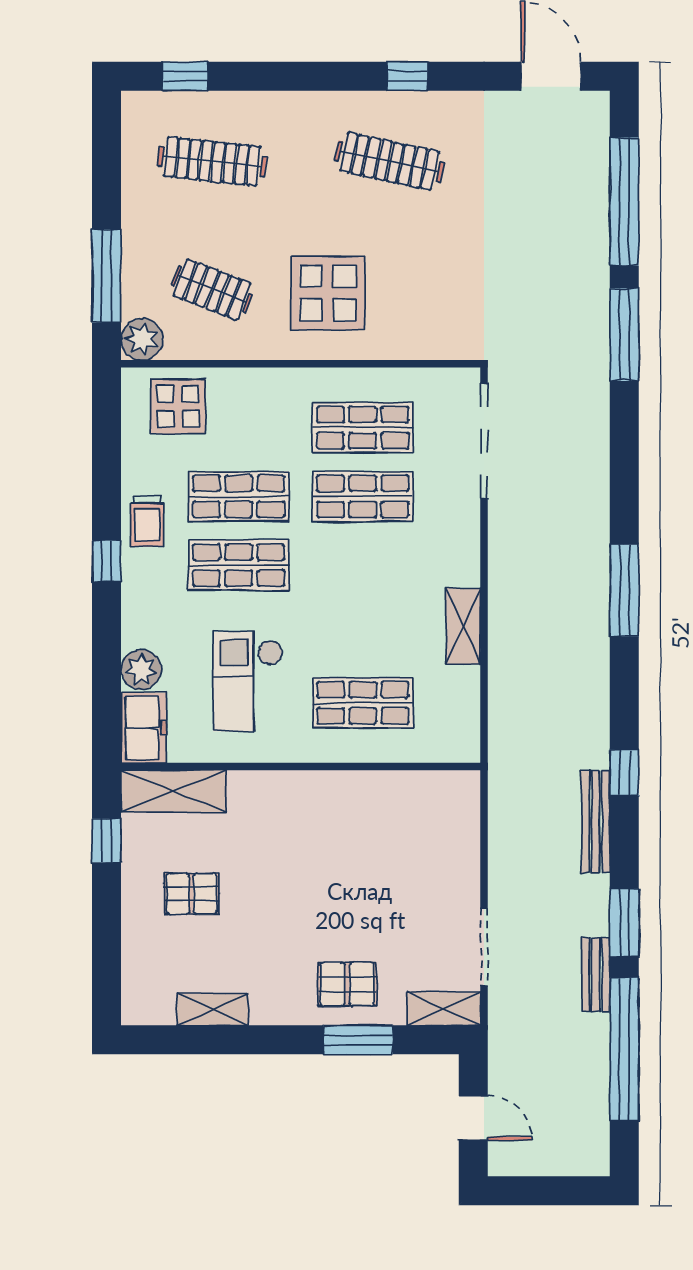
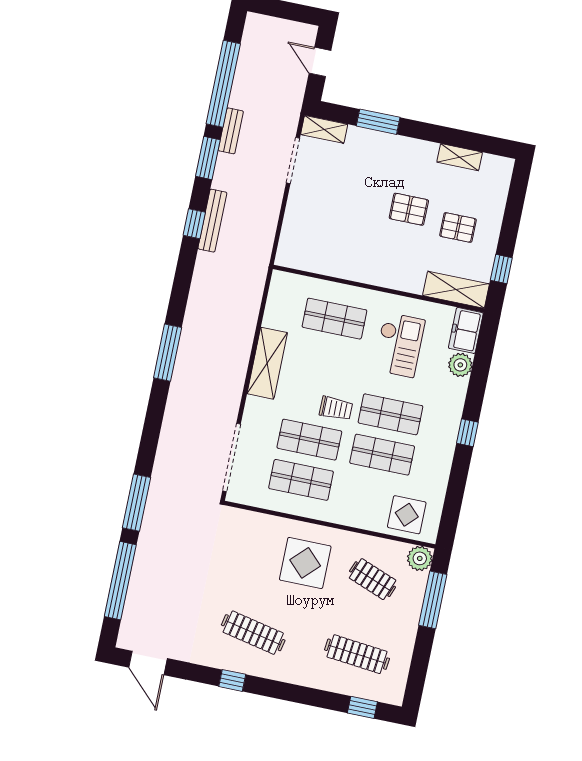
trolley: (147, 521) -> (336, 408), moved, turned 90
shelving: (463, 626) -> (267, 363), width x1.50, depth x1.33
window: (624, 773) -> (194, 224), moved
pallet: (347, 984) -> (409, 209), moved

